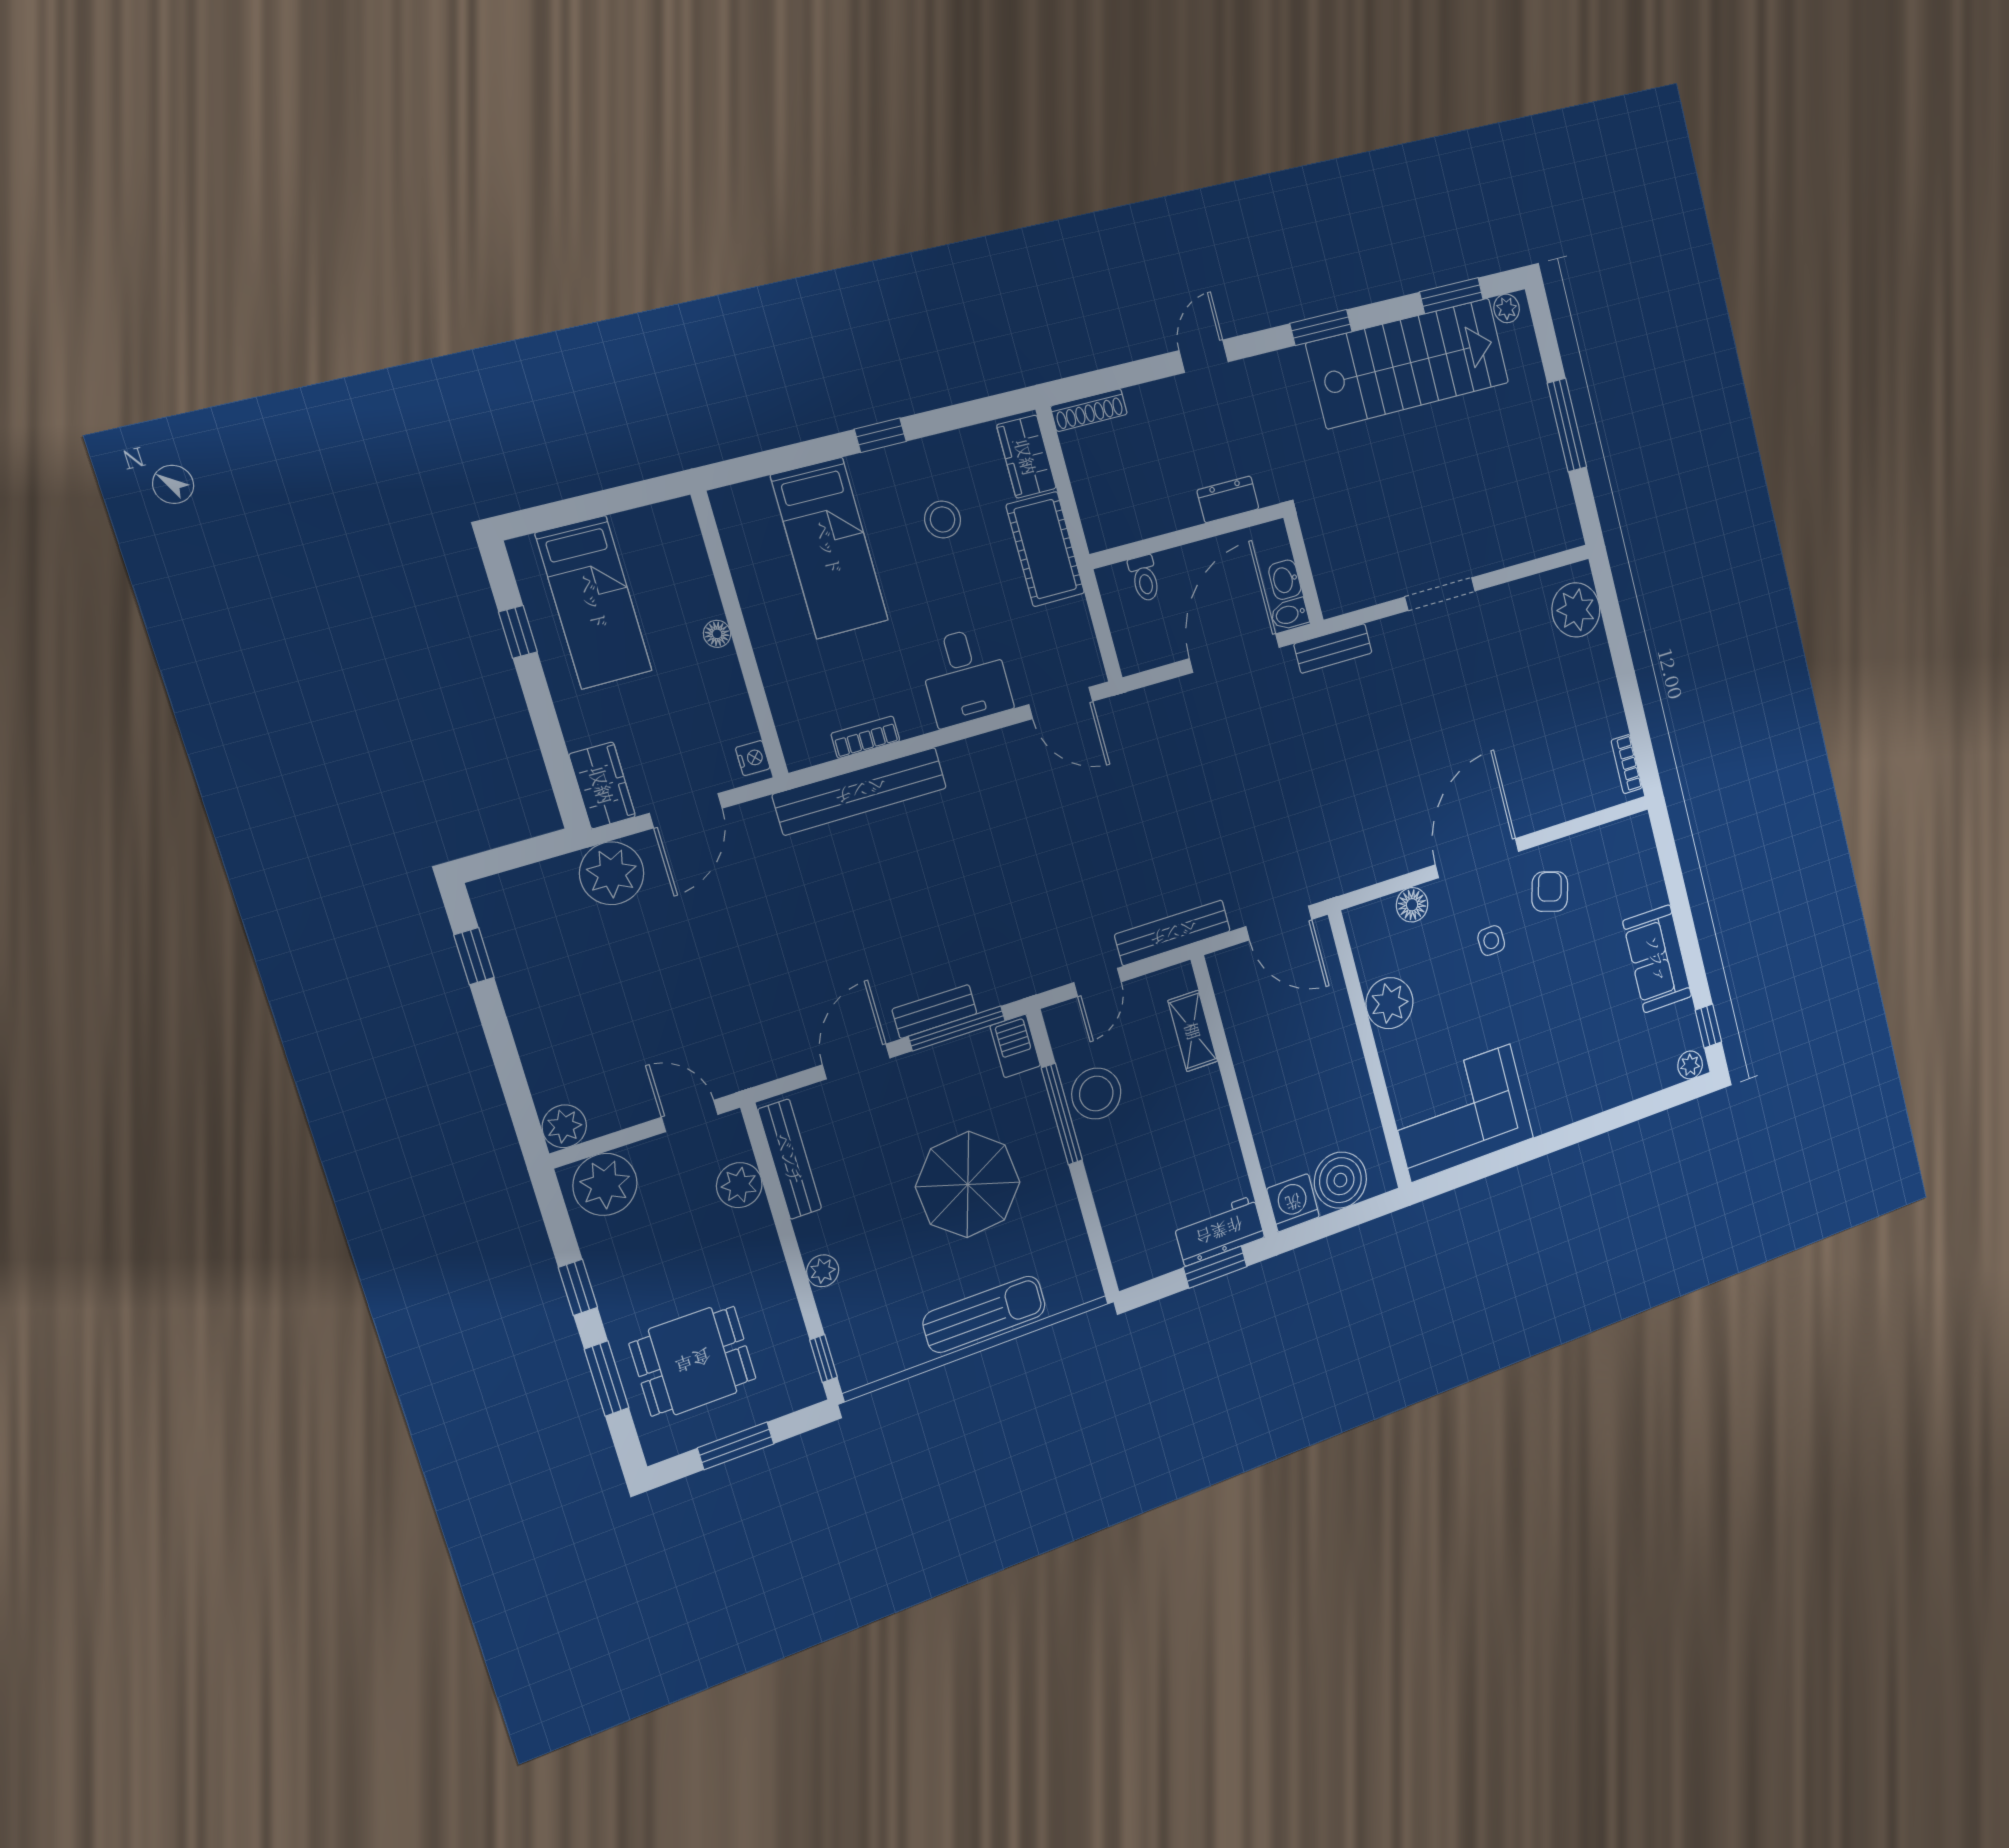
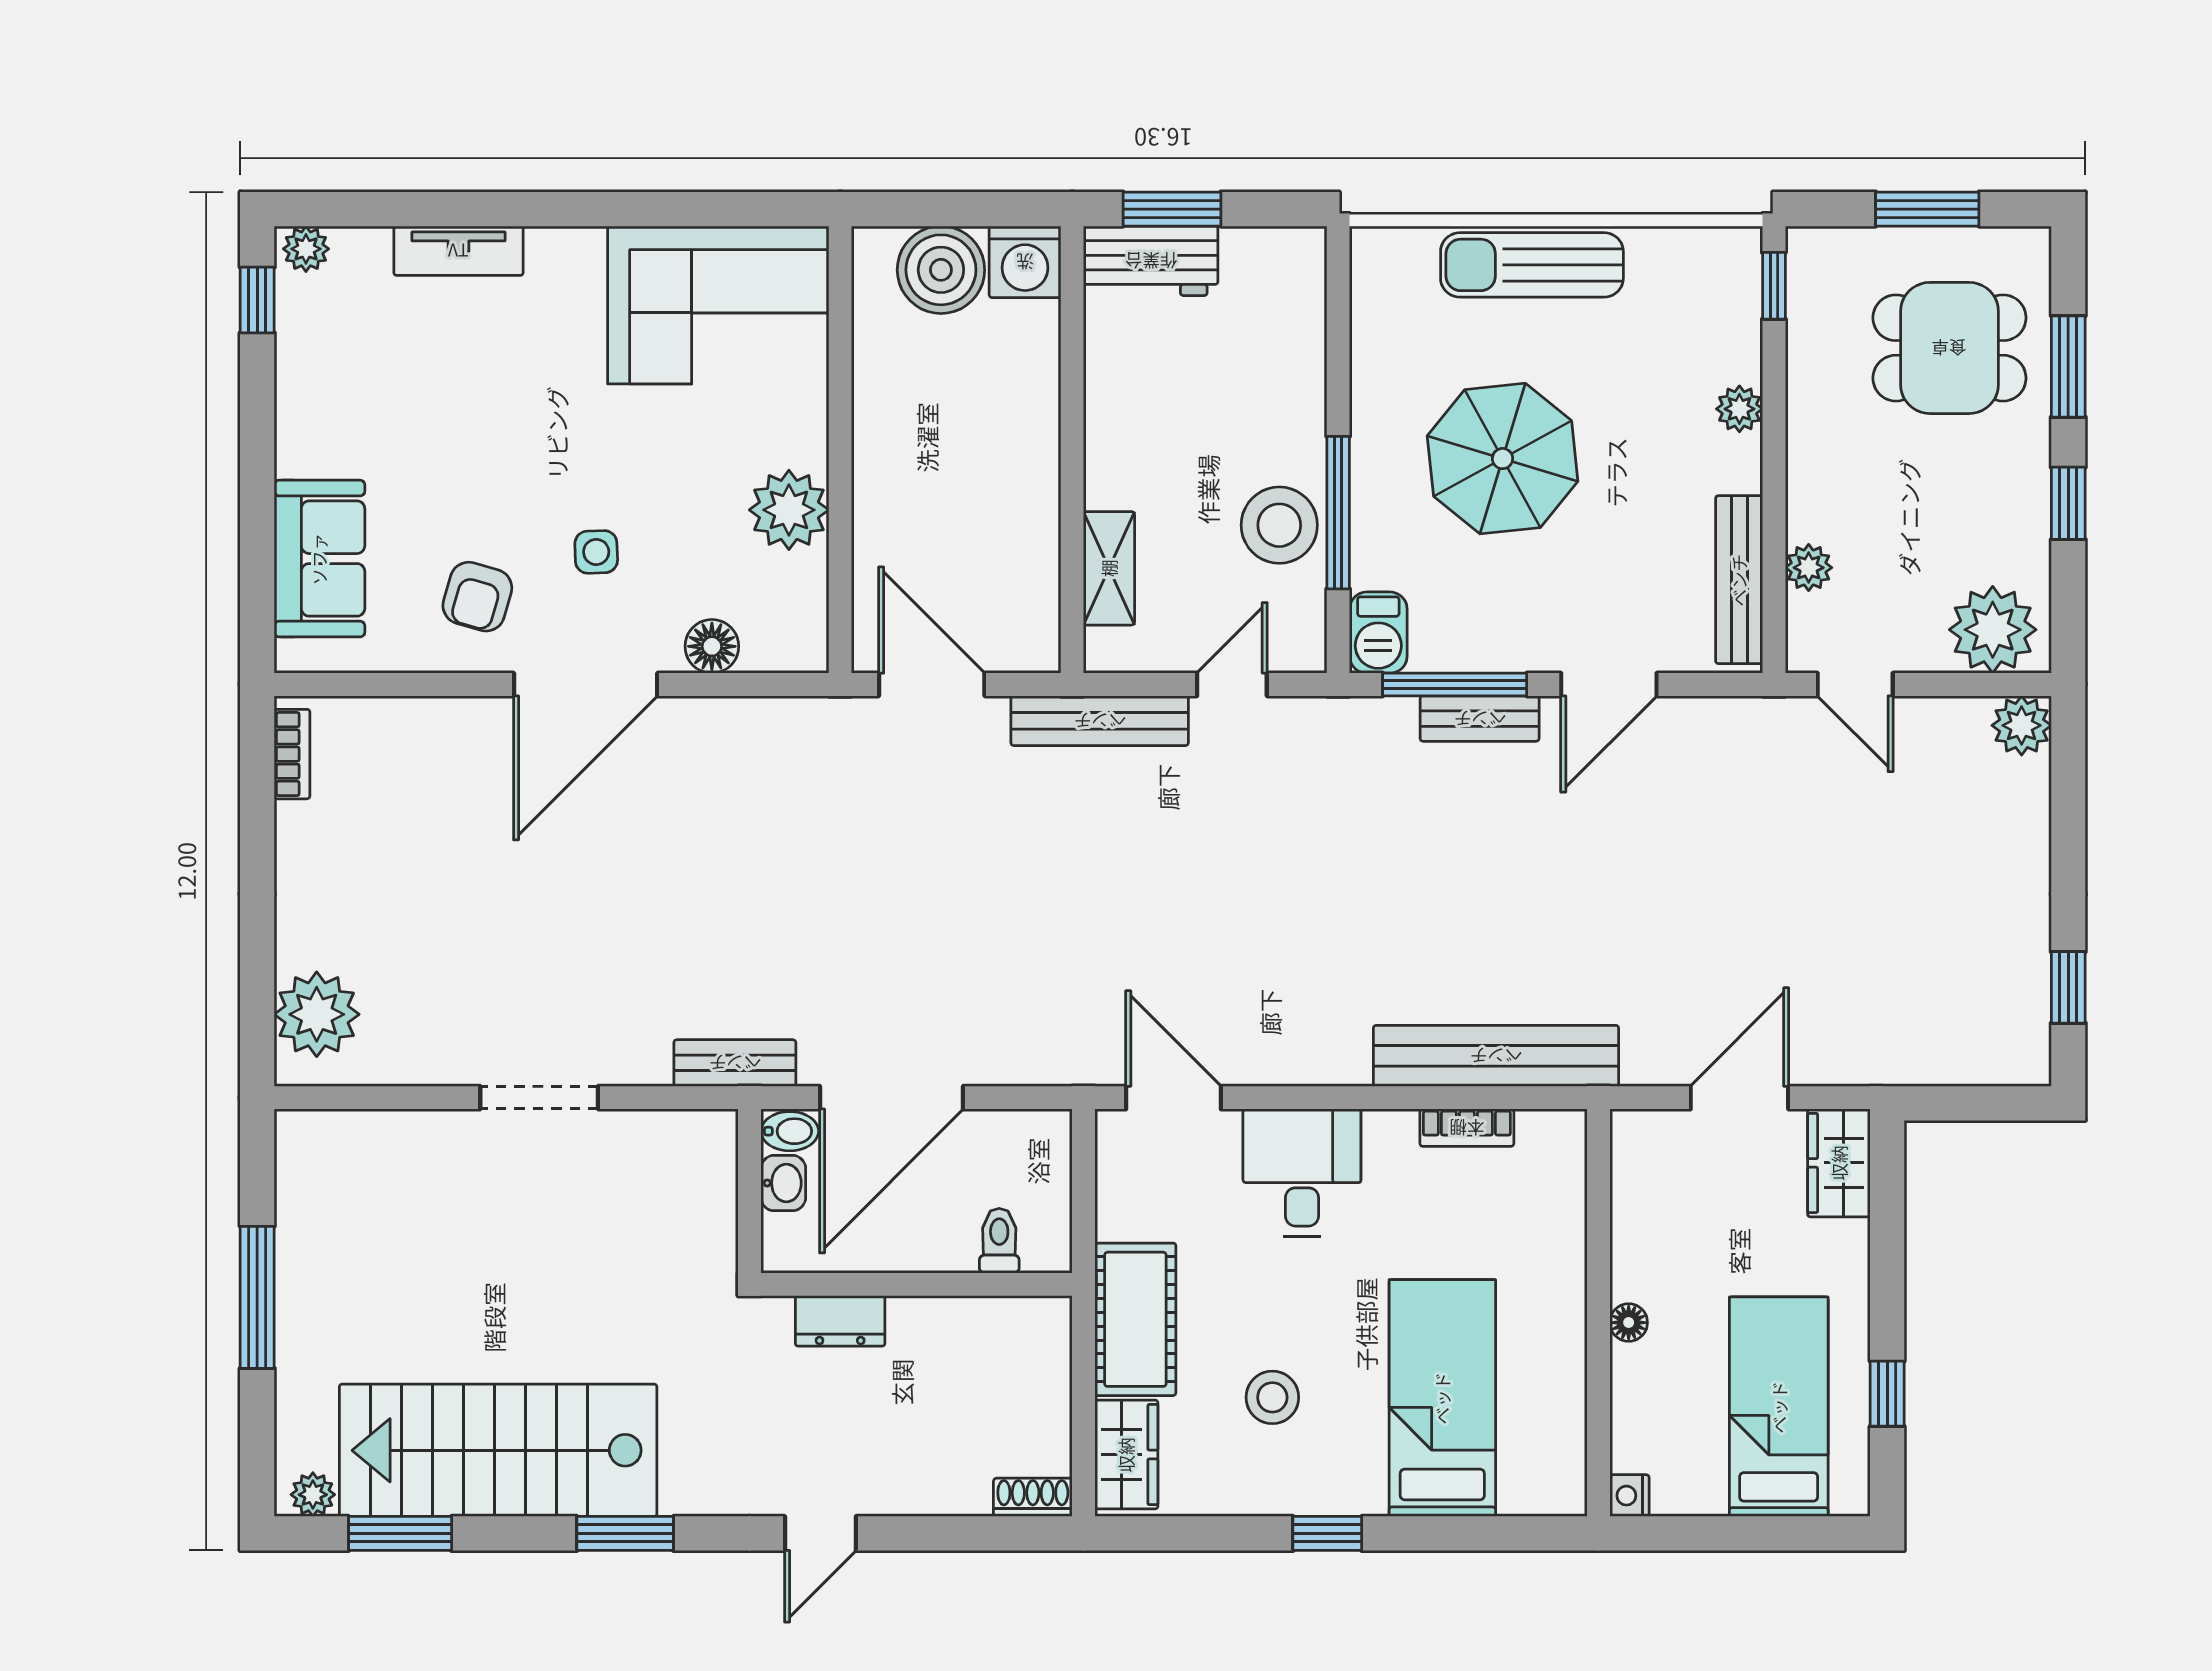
shoe rack: (1089, 410) -> (1033, 1497), width x0.70
nightstand: (753, 758) -> (1630, 1496), moved
plant: (612, 873) -> (1861, 1043), removed
sofa: (1657, 959) -> (319, 559), moved
tv unit: (1610, 1093) -> (458, 251), added
plant: (739, 1185) -> (1809, 568), width x0.73, depth x0.73

